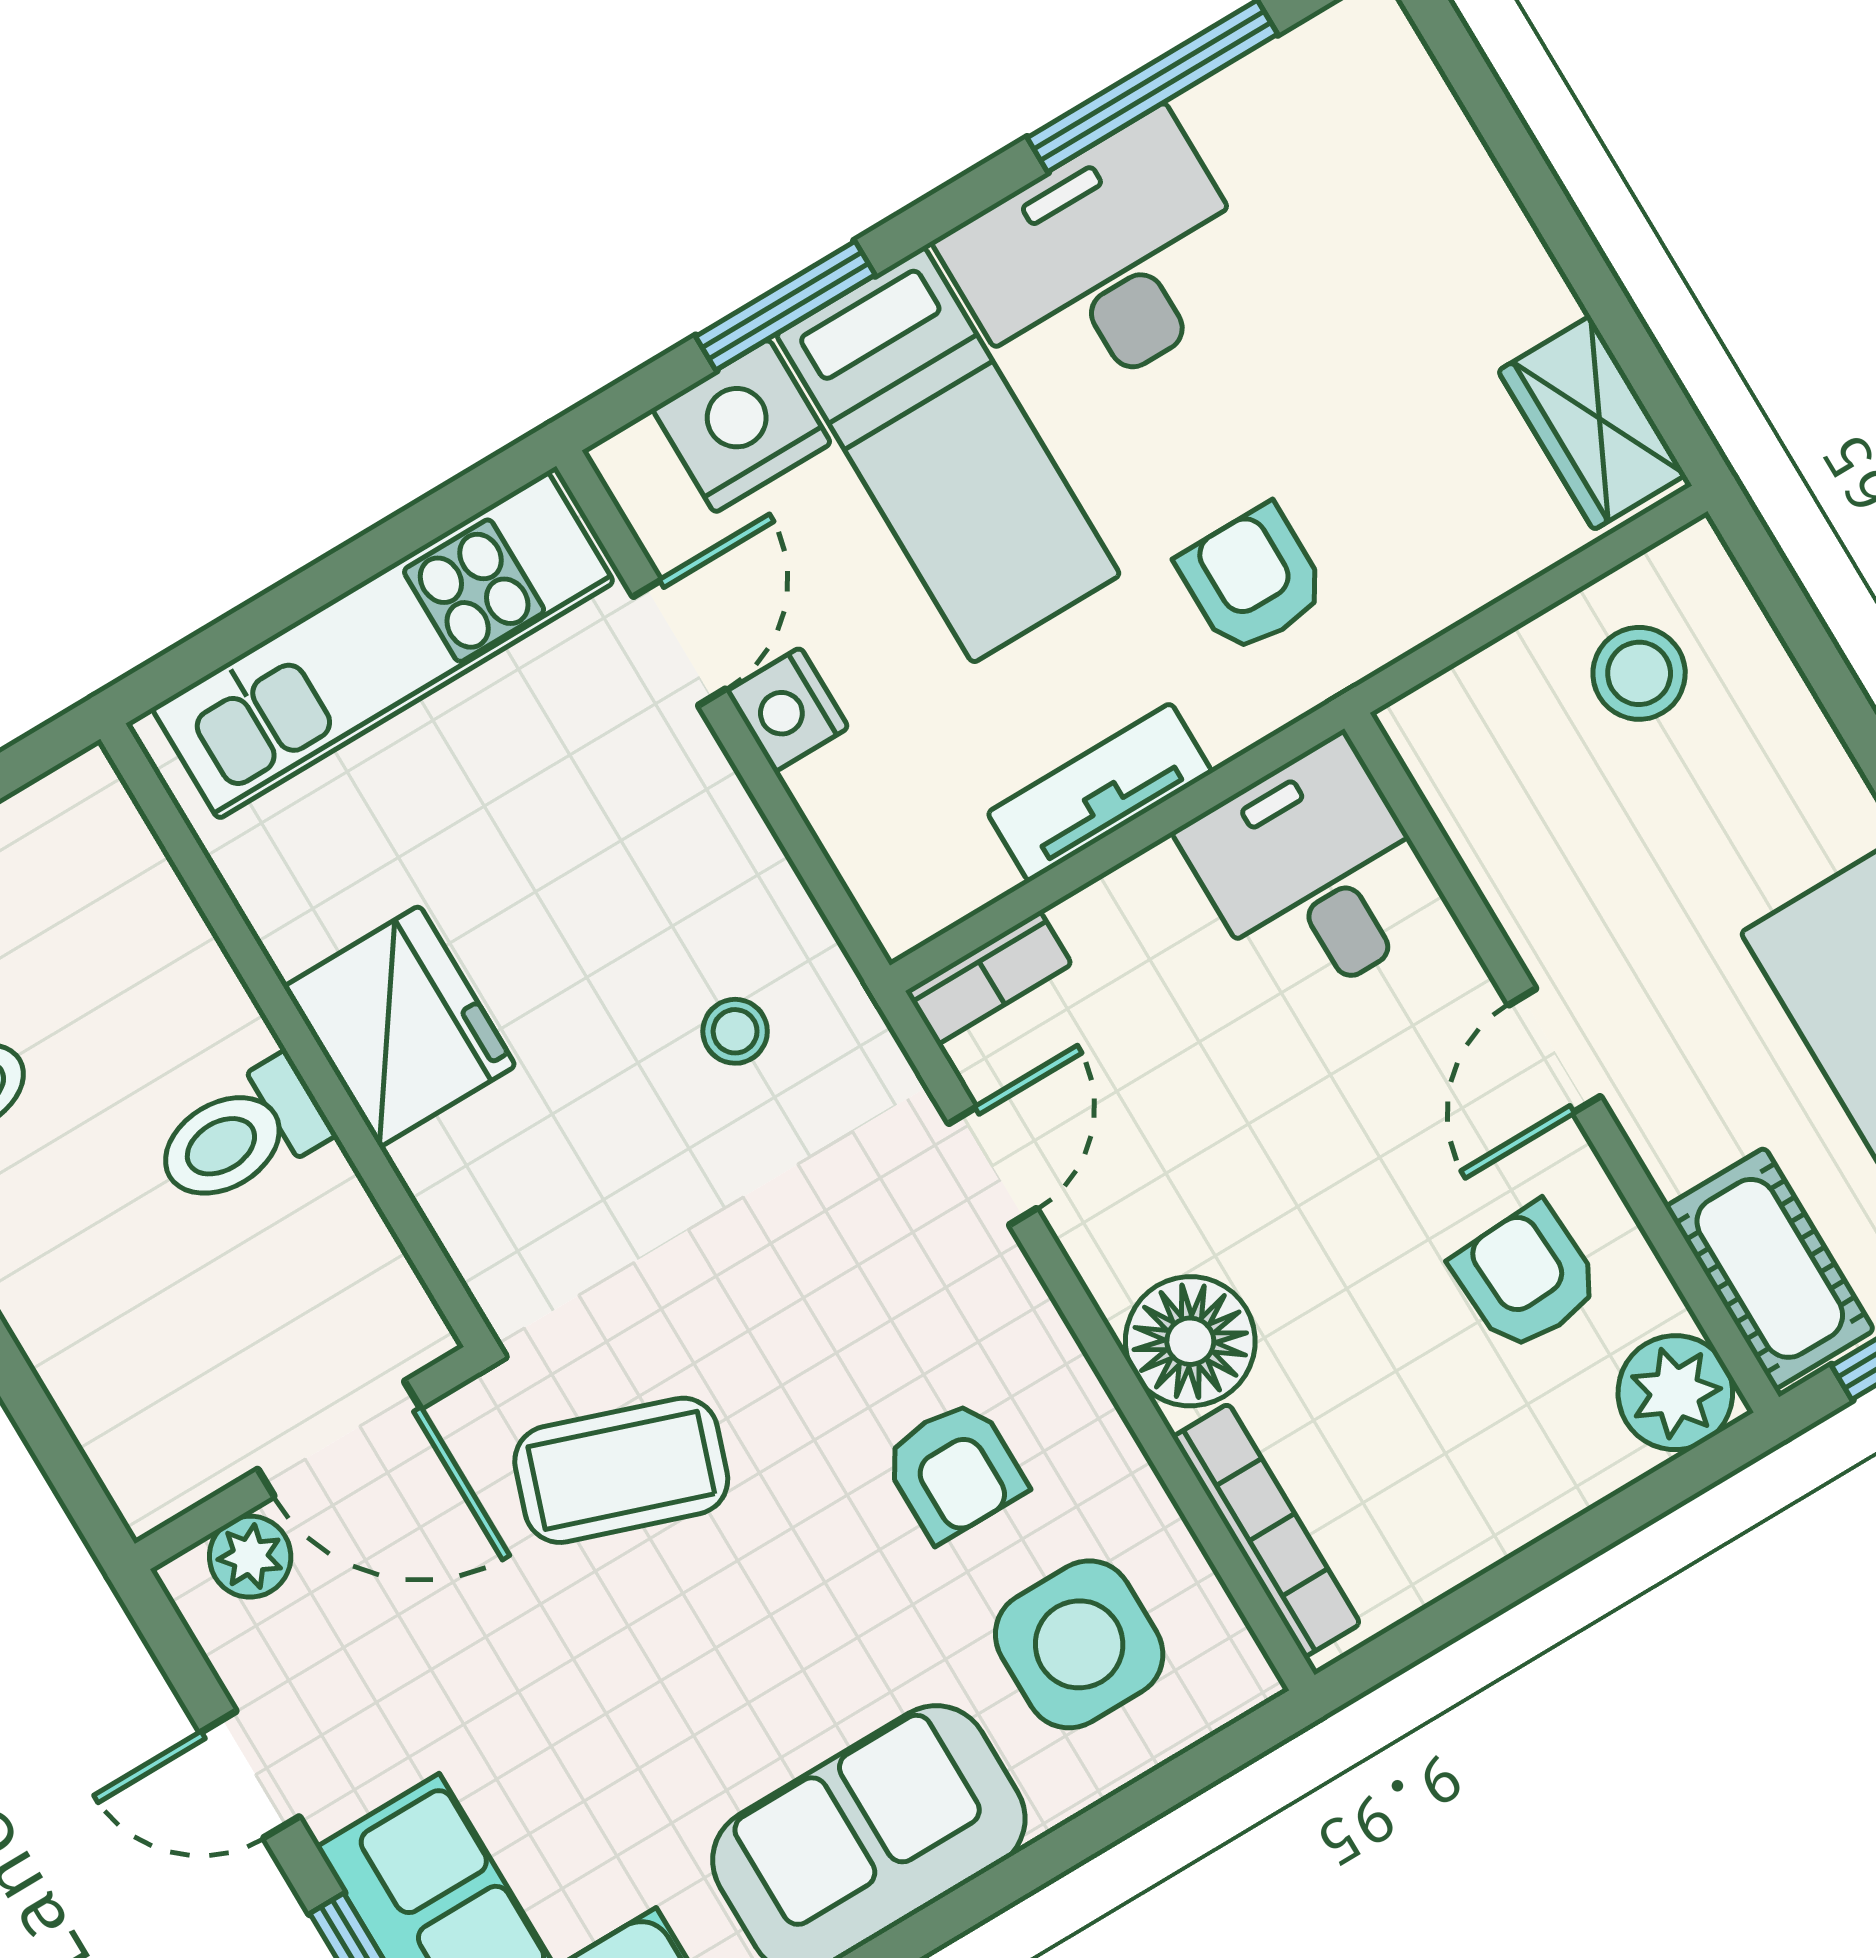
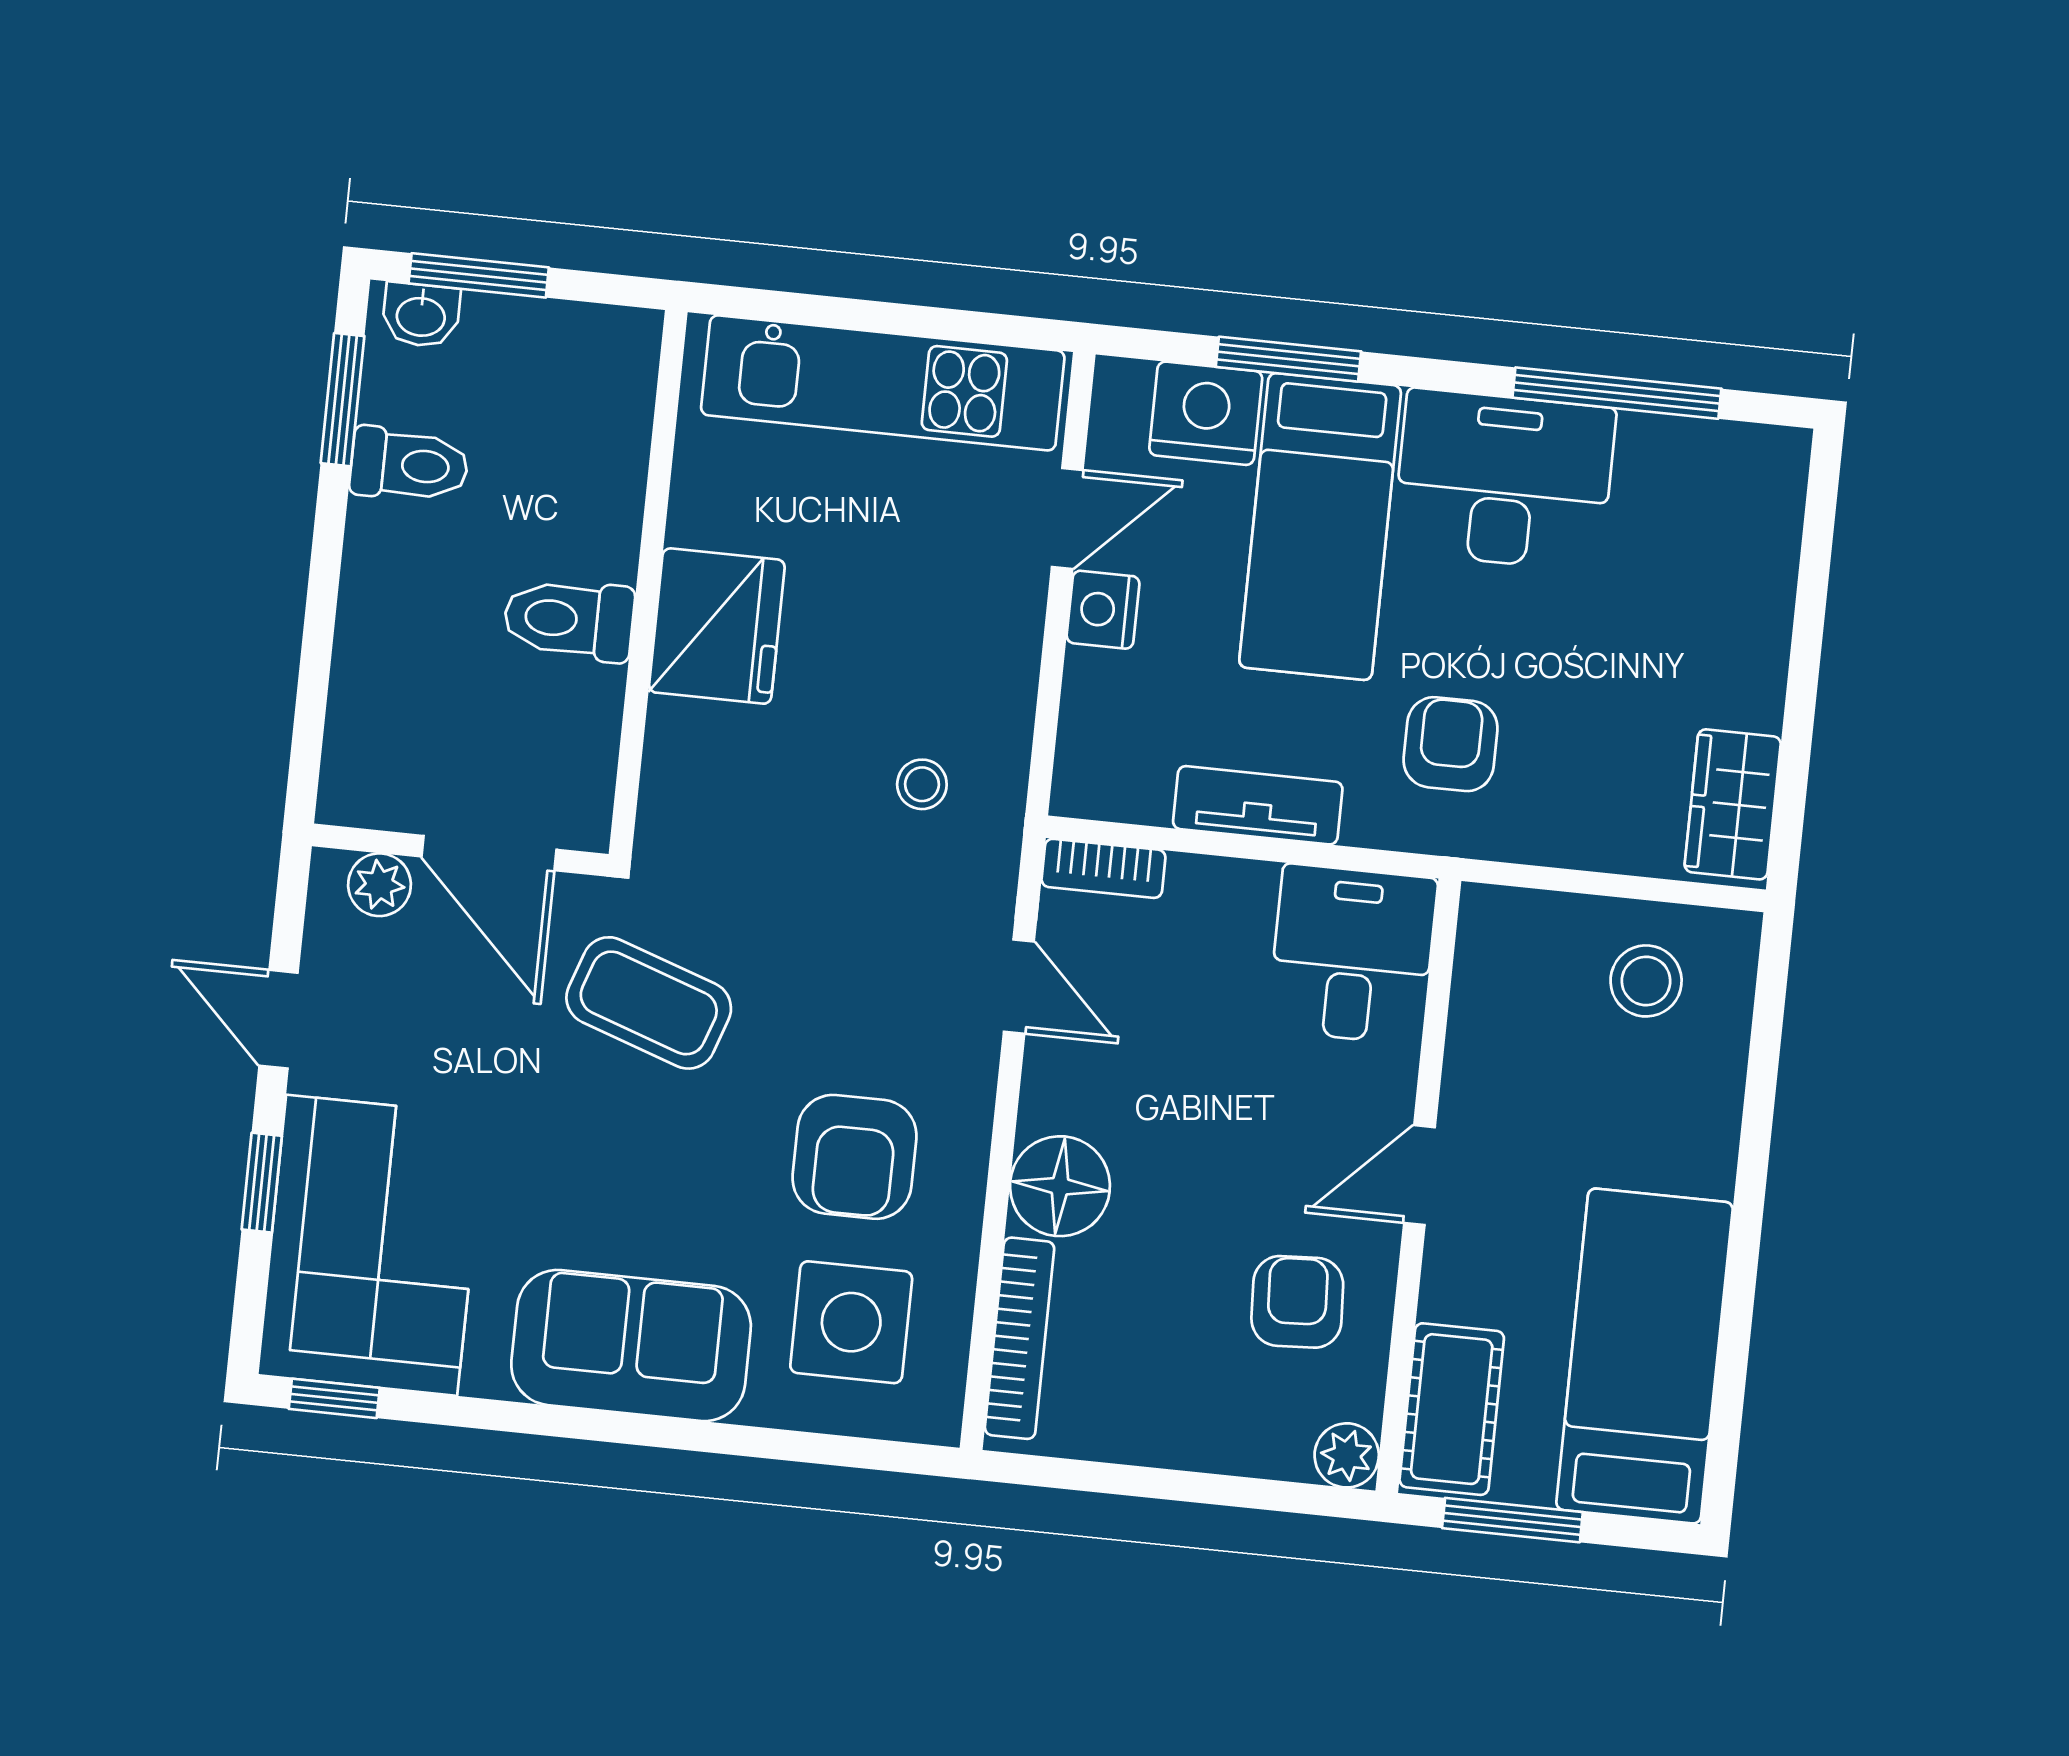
door: (993, 1166) -> (1019, 987), hinge flipped
plant: (1675, 1393) -> (1347, 1455), width x0.73, depth x0.73
armchair: (954, 1470) -> (854, 1157), width x1.38, depth x1.38

